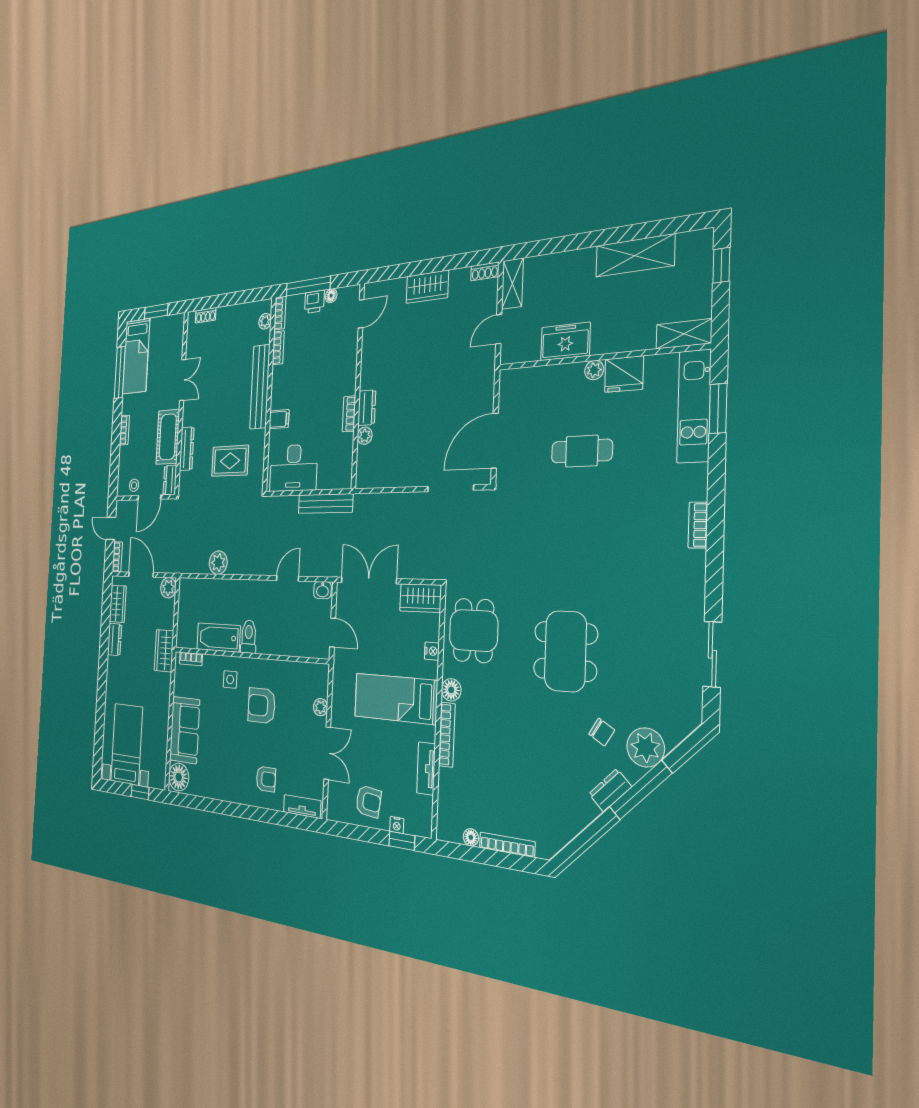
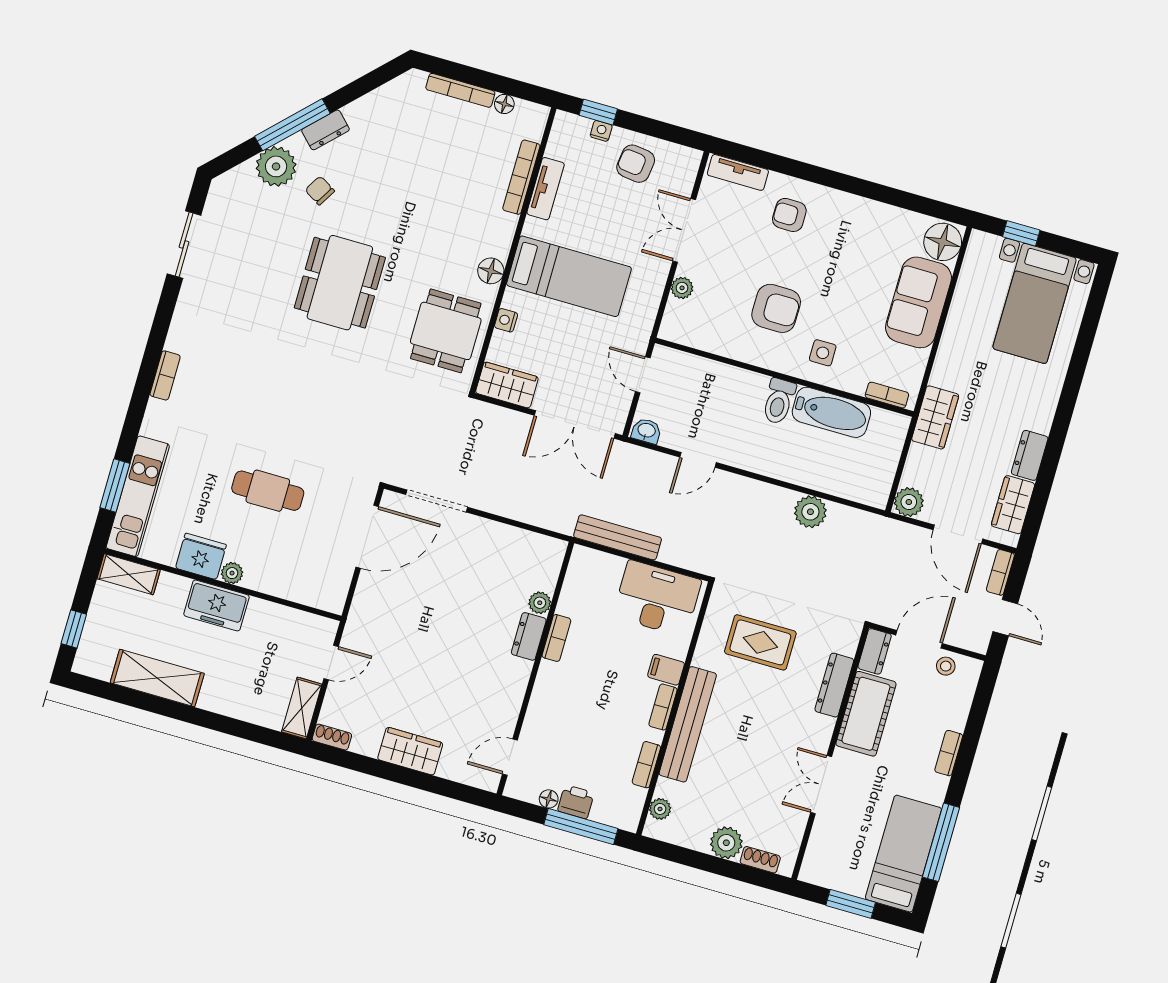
bookcase: (280, 313) -> (663, 707), moved
plant: (225, 317) -> (726, 843), added
freezer: (565, 341) -> (216, 605), moved
bookcase: (447, 735) -> (521, 177), moved

